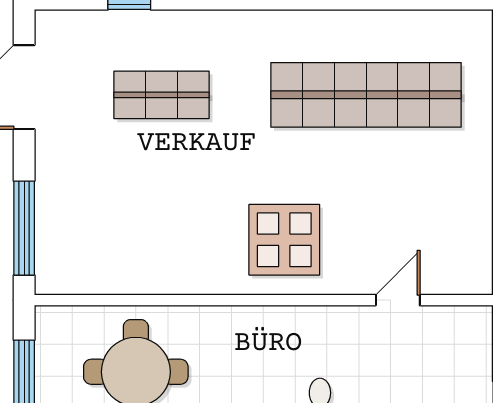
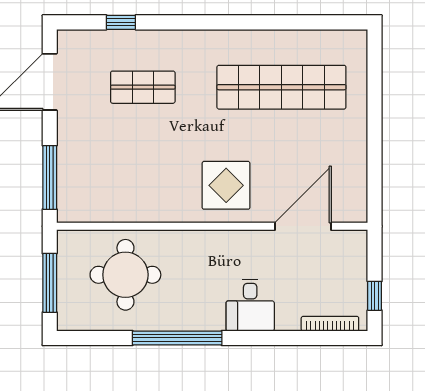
door: (398, 300) -> (303, 226), width x1.87

